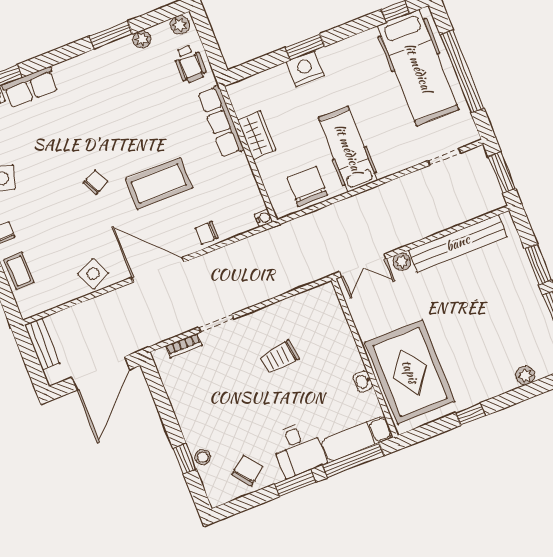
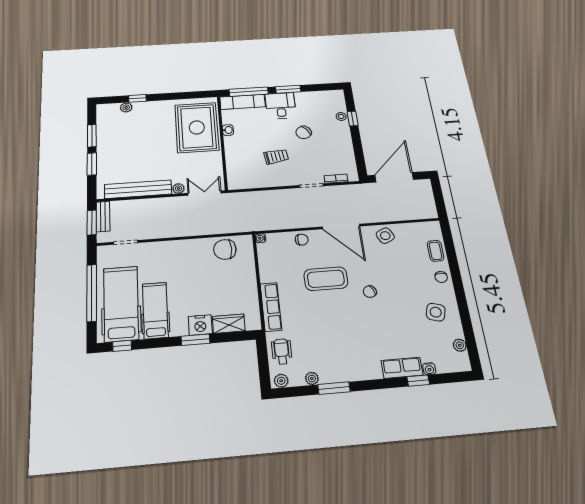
wardrobe: (257, 135) -> (229, 324), moved, turned 90
hospital bed: (348, 149) -> (155, 310), moved, turned 180
chair: (307, 186) -> (225, 249), turned 90
bench: (42, 344) -> (103, 216), moved
window: (470, 414) -> (137, 98), moved
chair: (247, 471) -> (304, 132), moved

